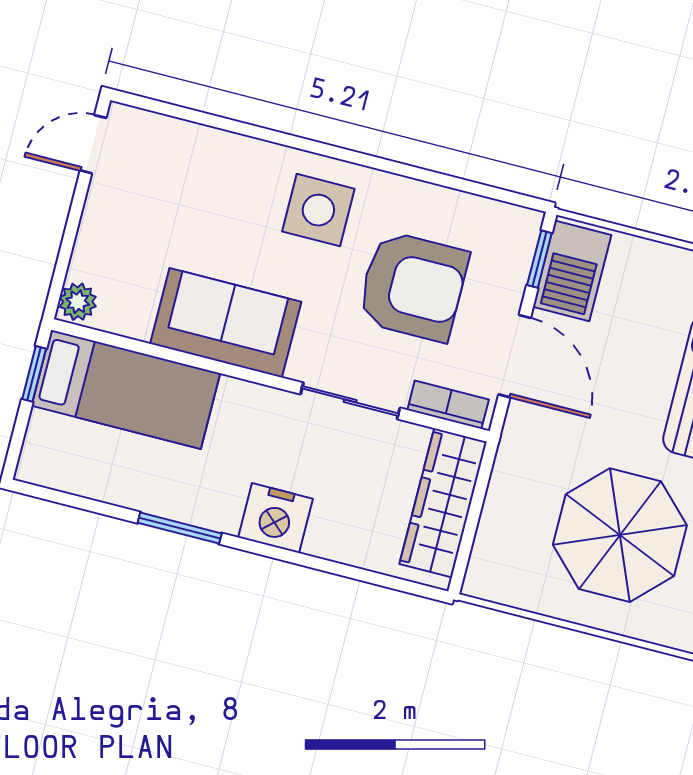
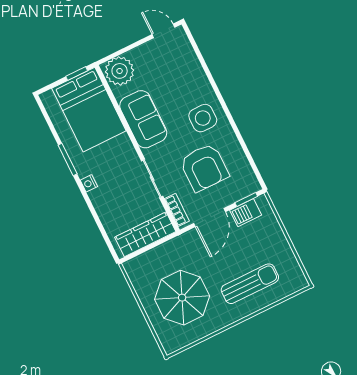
barbecue: (572, 271) -> (246, 213), width x0.73, depth x0.79
plant: (78, 302) -> (120, 71), width x1.87, depth x1.87
bed: (126, 389) -> (89, 110), width x1.50
nightstand: (275, 518) -> (89, 183), width x0.53, depth x0.56

